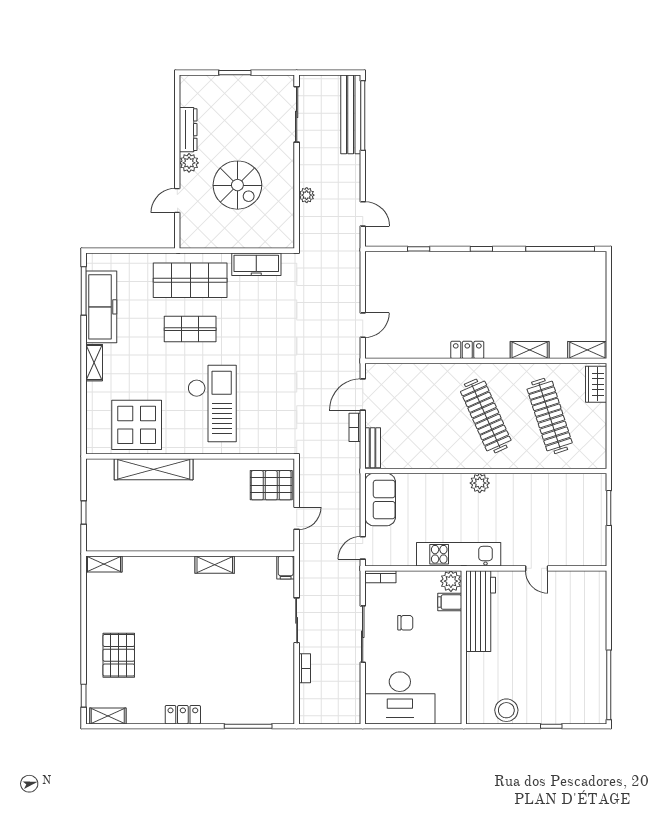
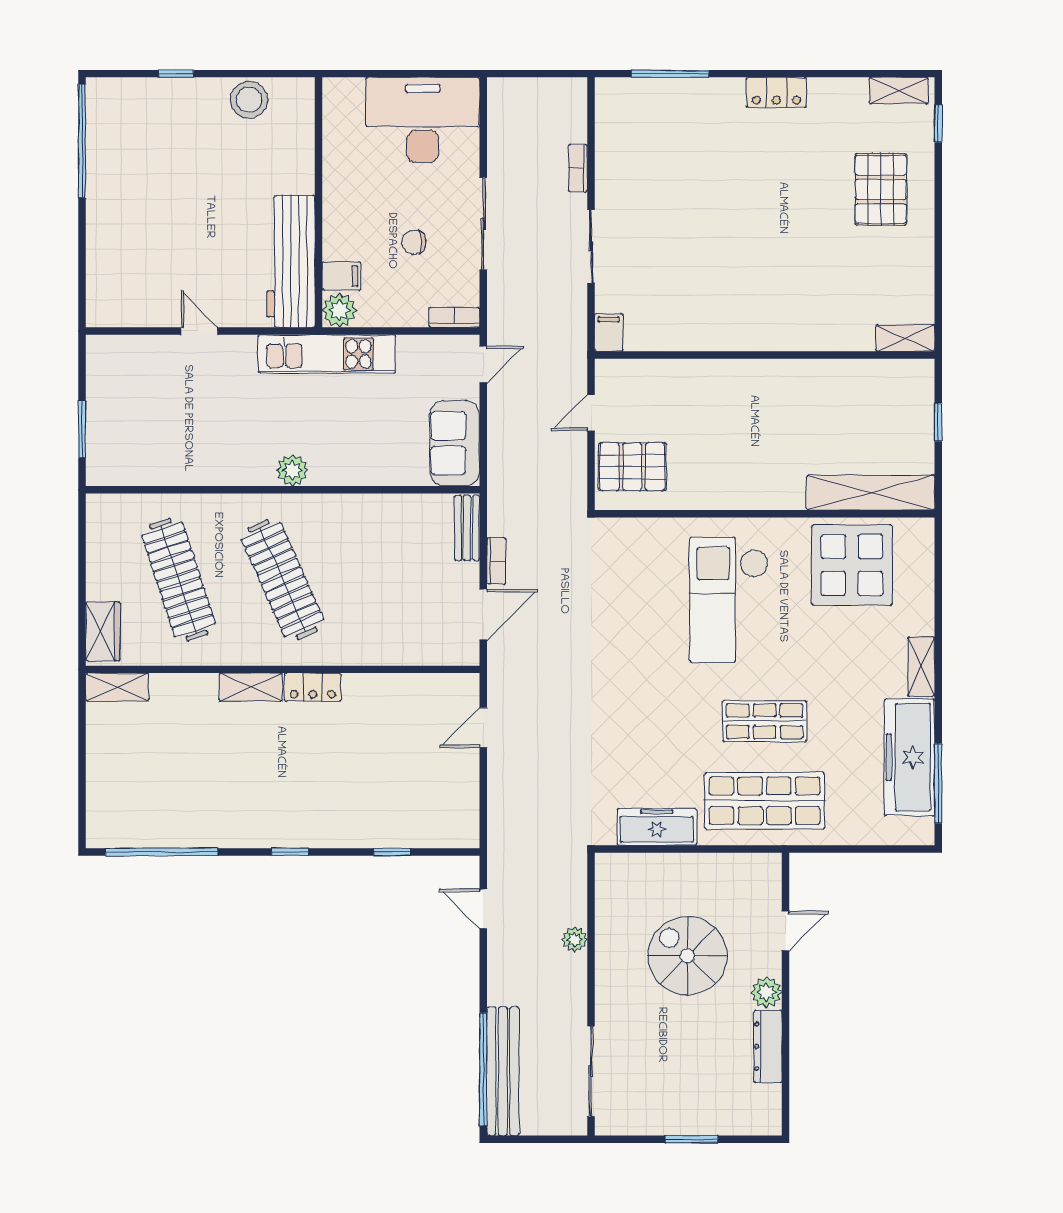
shelving: (530, 350) -> (251, 687), moved
shelving: (154, 469) -> (871, 493), moved
shelving: (215, 565) -> (725, 337), removed

